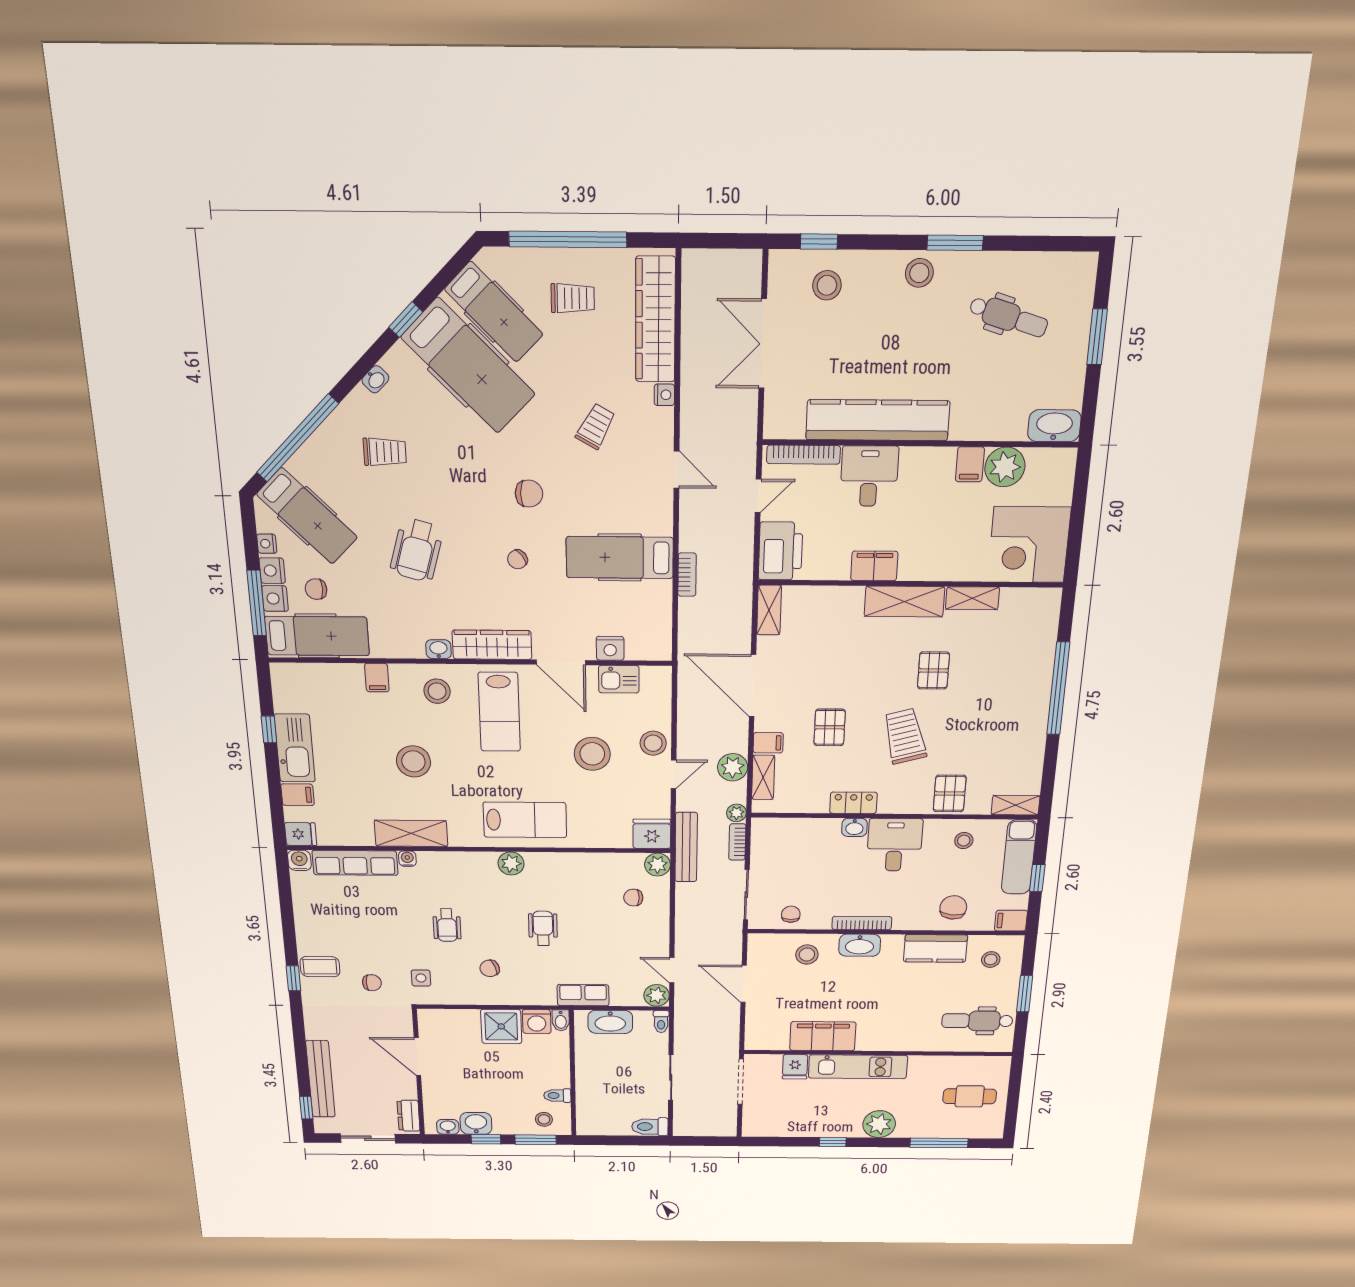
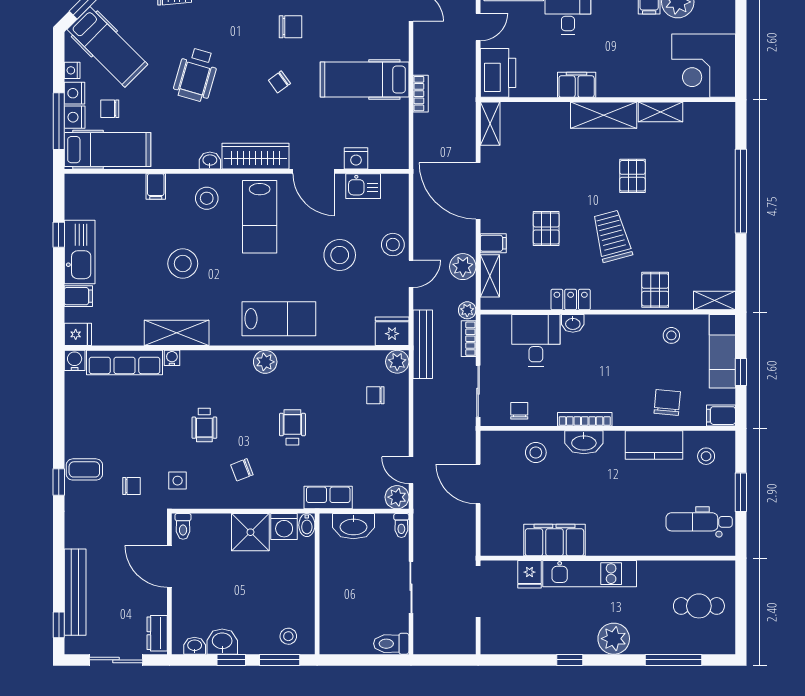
desk: (895, 845) -> (536, 340), moved
toilet: (557, 1096) -> (183, 526), moved, turned -90

